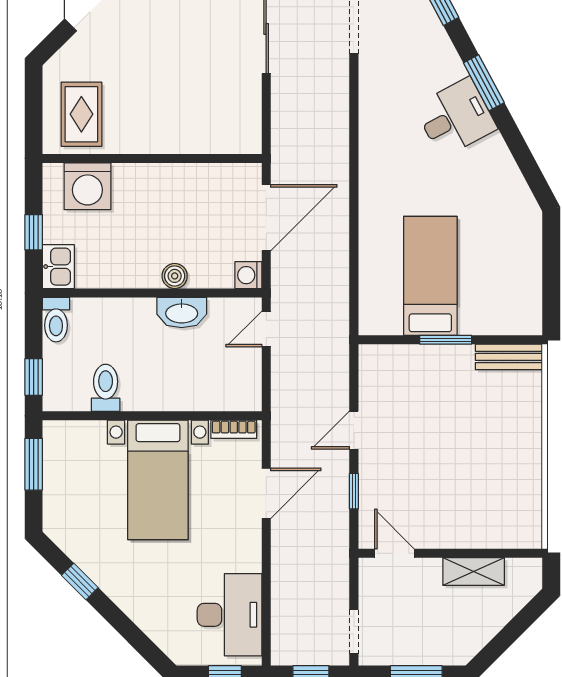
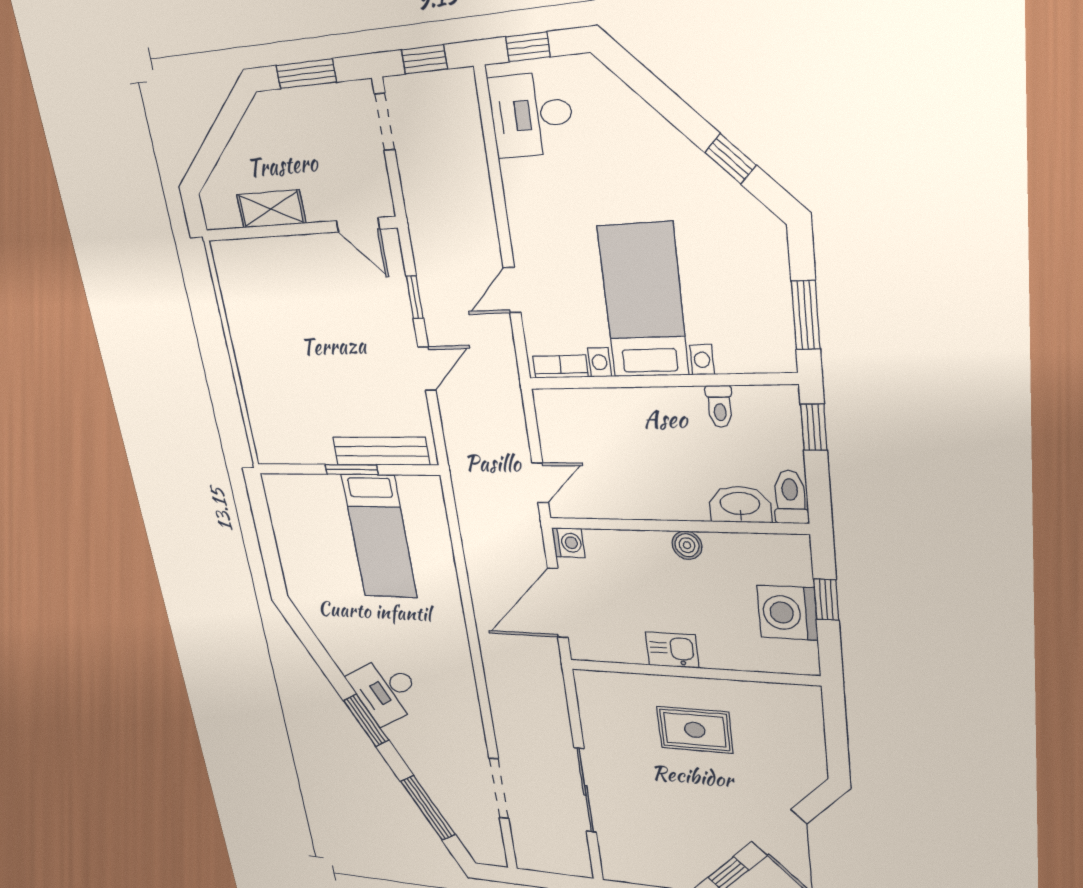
rug: (81, 114) -> (695, 730), moved, turned 90
washing machine: (87, 186) -> (787, 613), moved, turned -90
kitchen sink: (58, 267) -> (672, 650), moved, turned 90
boiler: (175, 276) -> (687, 545), moved
washbasin: (182, 313) -> (740, 505), moved
bench: (509, 357) -> (381, 451), moved, width x1.36
toilet: (106, 388) -> (720, 406), width x0.73, depth x0.72
door: (266, 493) -> (512, 290), width x0.73
desk: (229, 615) -> (531, 115), width x0.73

